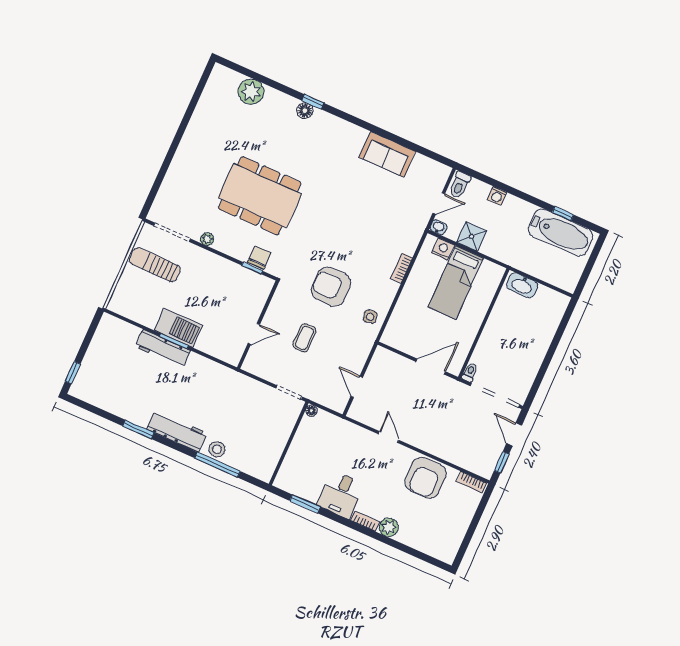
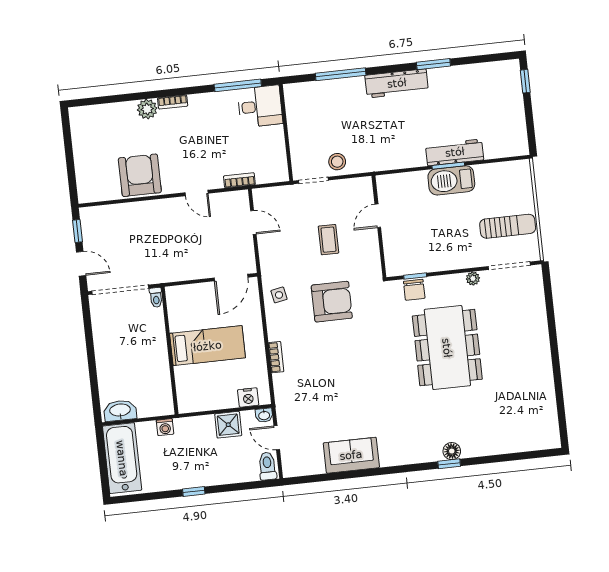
plant: (251, 92) -> (512, 440), removed
dining table: (260, 196) -> (447, 348), turned 90
washing machine: (497, 196) -> (165, 427), moved, turned 180
door: (439, 203) -> (277, 438), hinge flipped
window: (563, 214) -> (194, 492), moved
bathtub: (560, 233) -> (122, 458), moved, turned 90
bed: (456, 283) -> (207, 346), moved, turned 90
washbasin: (522, 285) -> (120, 411), moved
door: (431, 367) -> (231, 278), moved
floor lamp: (311, 411) -> (283, 176), removed
stool: (217, 449) -> (337, 162), moved
bookcase: (472, 482) -> (239, 180), moved
desk: (341, 495) -> (260, 106), moved, turned 90
window: (305, 504) -> (238, 85), width x1.44

